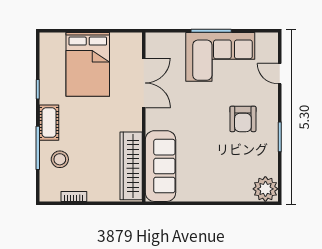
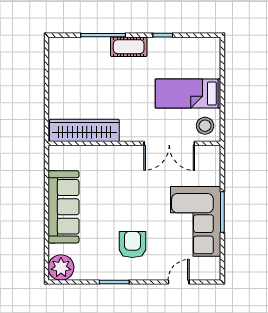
bed: (88, 64) -> (188, 94), width x0.67
armchair: (243, 119) -> (132, 245), turned 90
stool: (60, 159) -> (205, 126), moved
sofa: (160, 166) -> (64, 207), moved, turned -90
bookcase: (74, 196) -> (53, 72), removed

